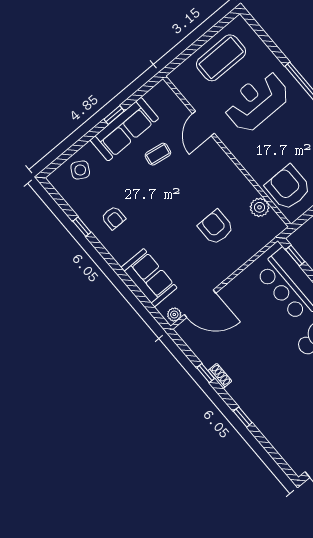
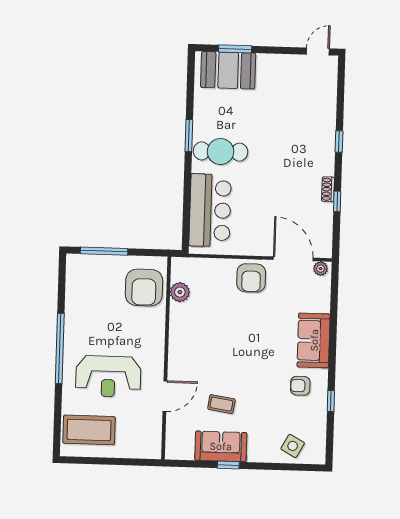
coffee table: (221, 58) -> (89, 430), moved
sofa: (124, 129) -> (221, 446), width x0.73
armchair: (113, 218) -> (300, 386), turned -90
armchair: (216, 227) -> (251, 278), moved
window: (295, 256) -> (186, 230), removed
sofa: (149, 278) -> (314, 340), moved

